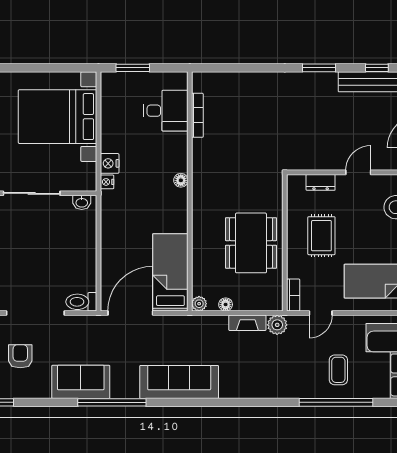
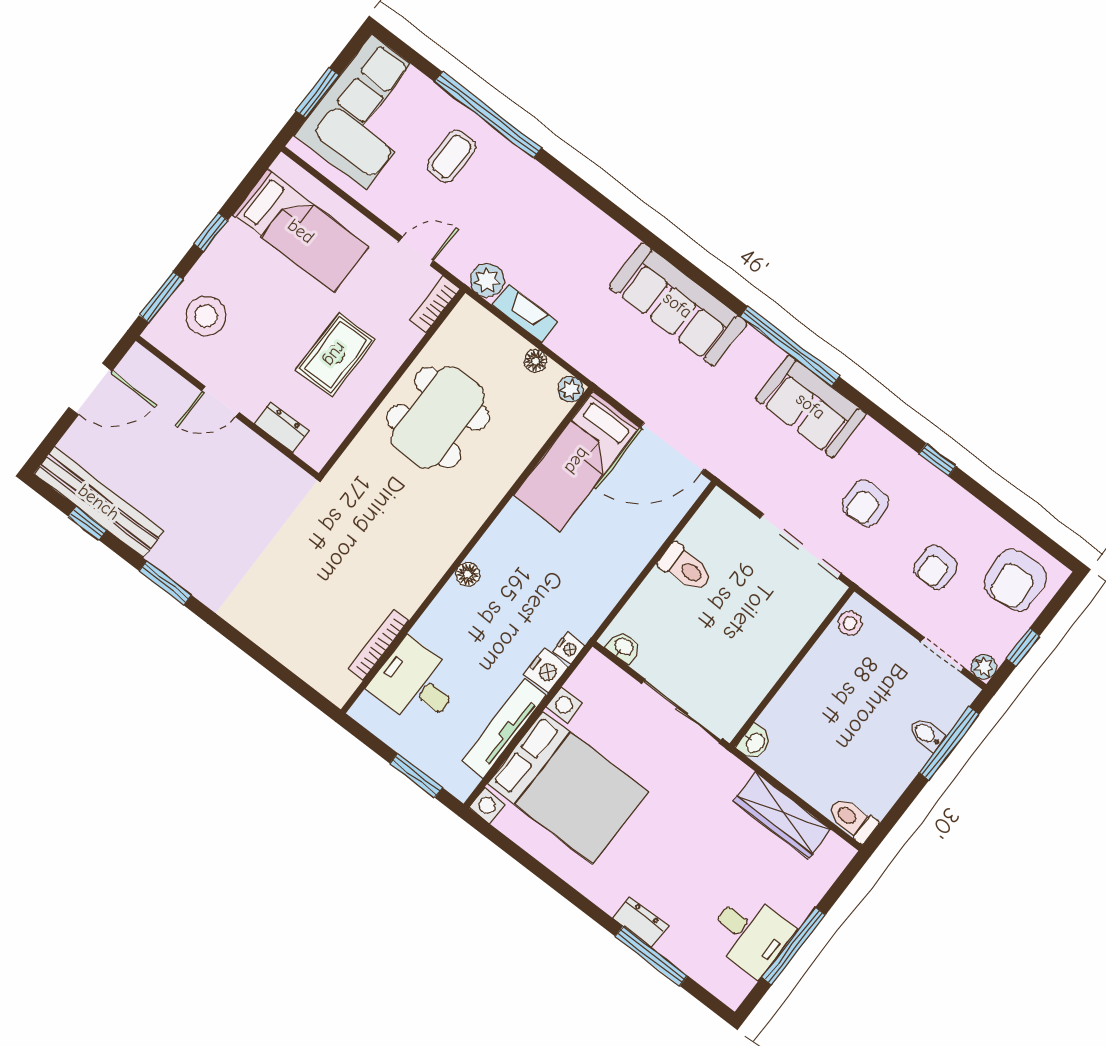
tv unit: (109, 121) -> (504, 728), added
toilet: (81, 302) -> (686, 568), moved

